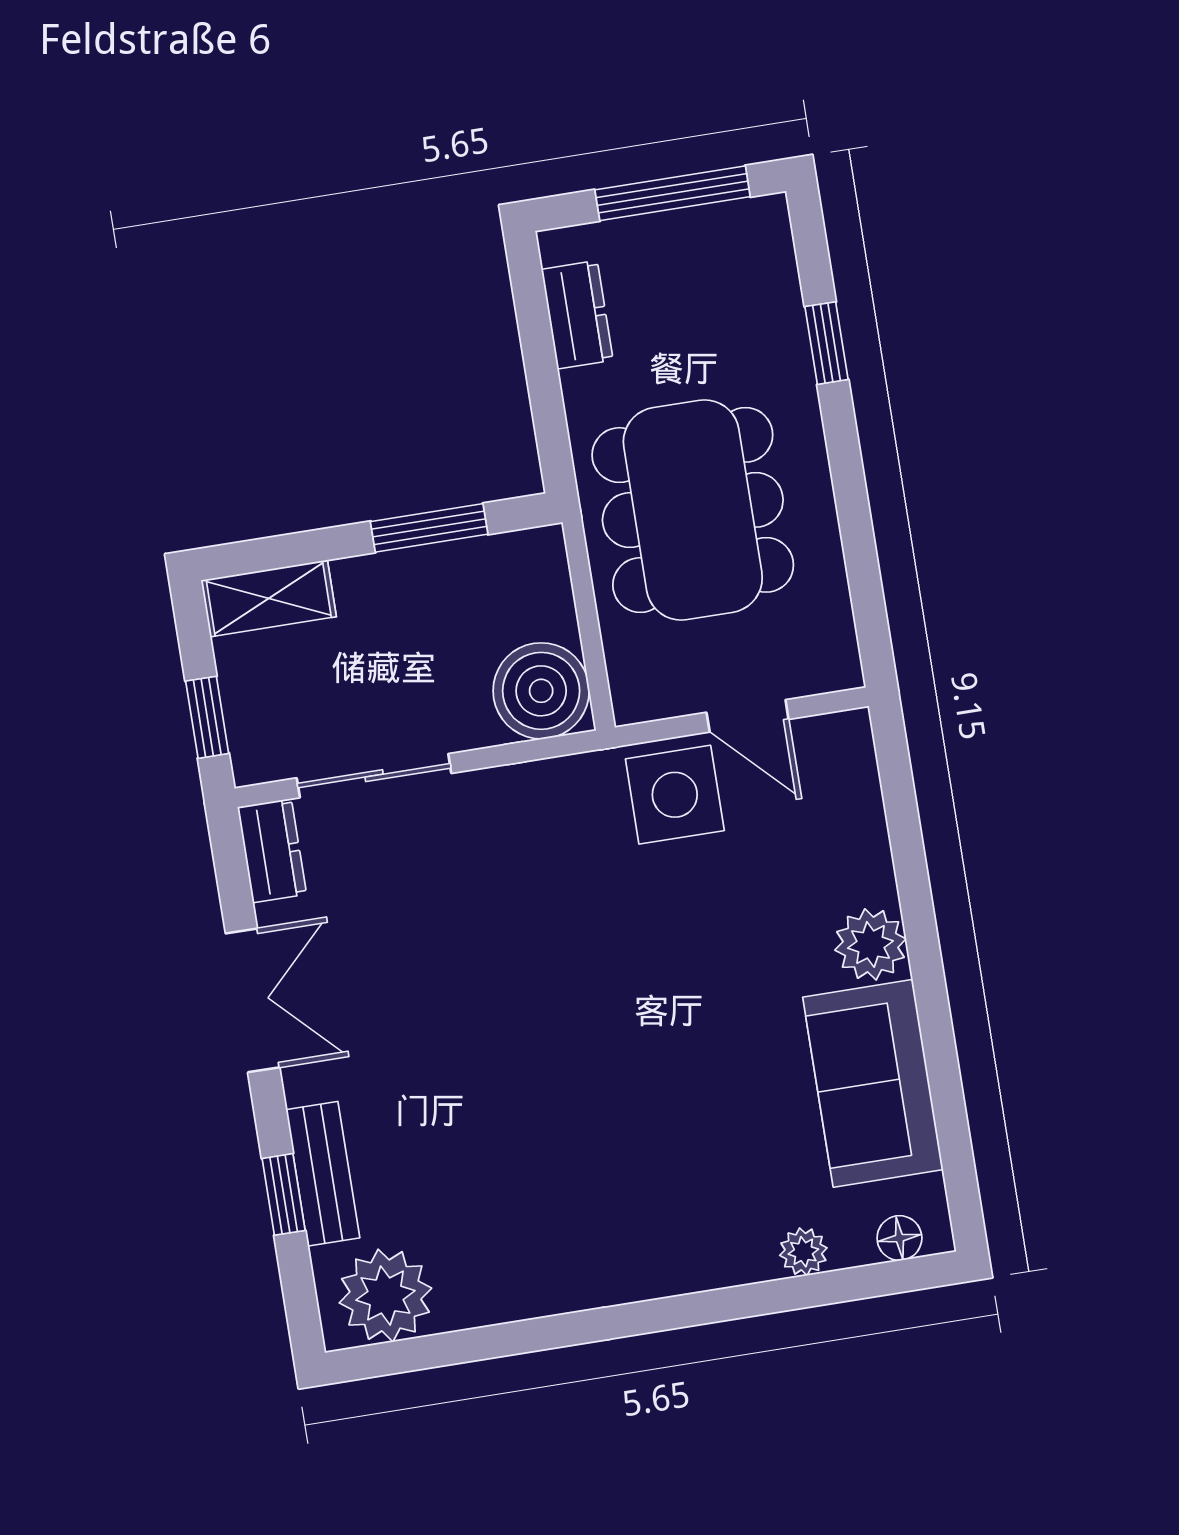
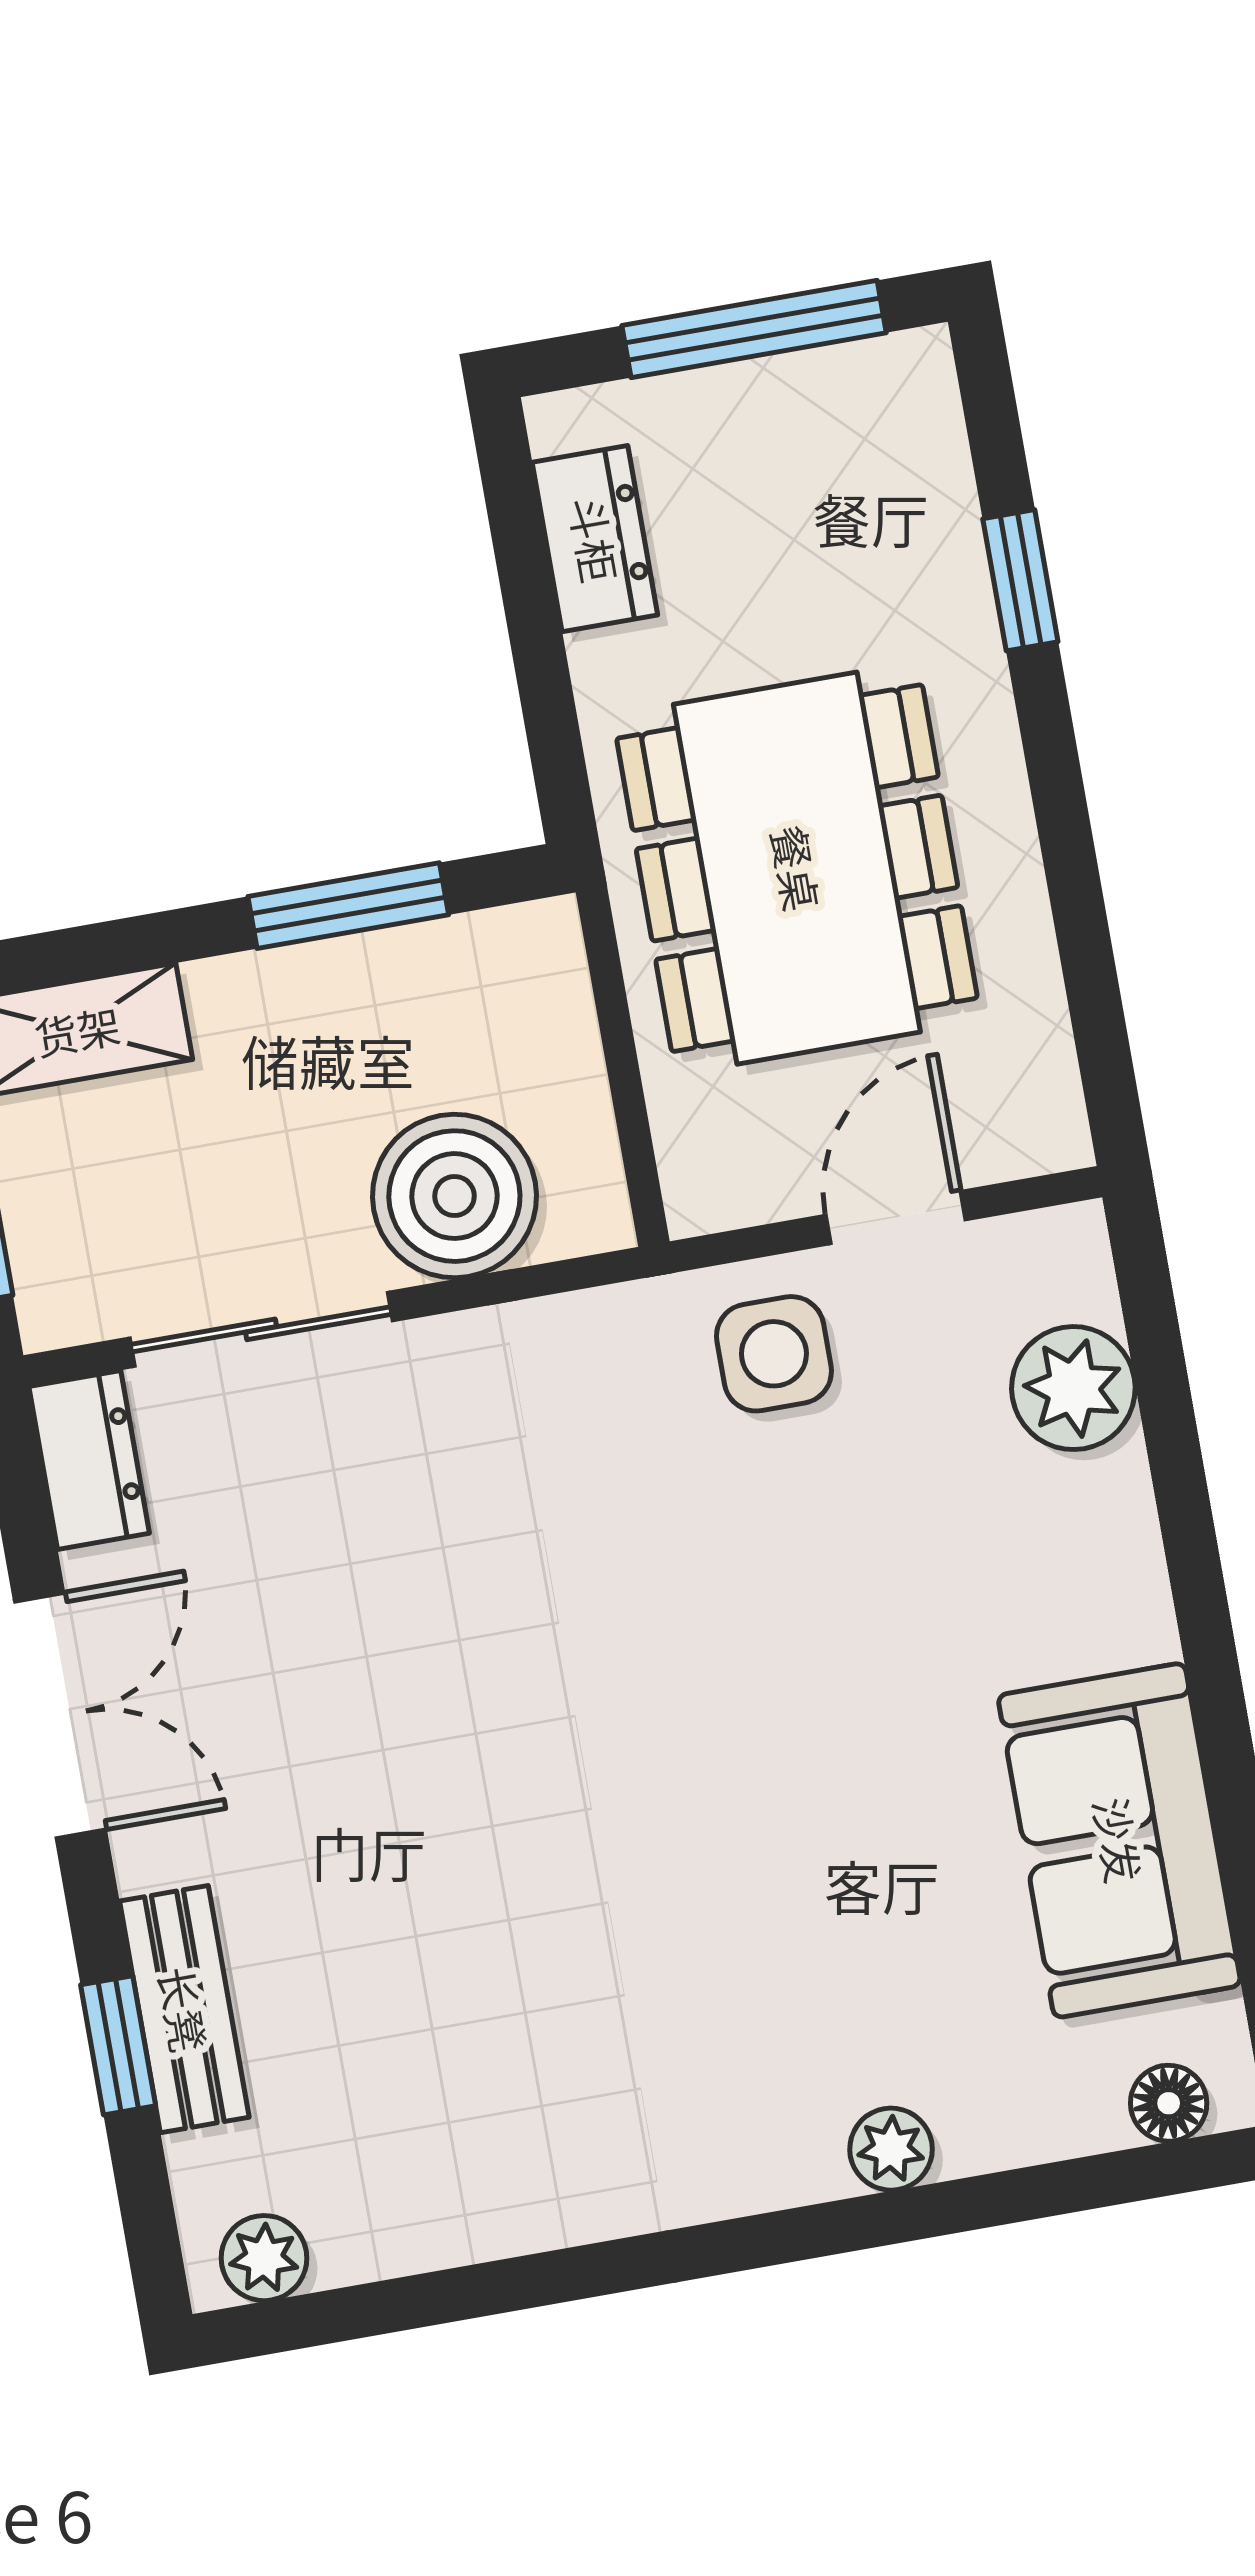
boiler: (541, 691) -> (454, 1196), moved
door: (748, 716) -> (896, 1217), swing flipped
side table: (675, 795) -> (774, 1354), width x0.73, depth x0.73
plant: (870, 944) -> (1073, 1388), moved
plant: (803, 1252) -> (891, 2149), moved
plant: (385, 1295) -> (264, 2258), width x0.53, depth x0.53

